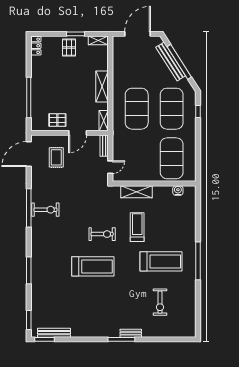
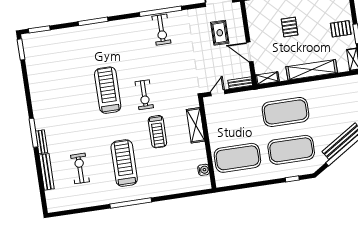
shelving: (102, 87) -> (312, 70), width x1.47
pallet: (57, 120) -> (290, 27), moved
rug: (56, 157) -> (220, 33), turned 90
door: (110, 167) -> (218, 93), swing flipped
treadmill: (137, 227) -> (157, 132), turned 90
treadmill: (161, 261) -> (124, 163), turned 180
treadmill: (93, 266) -> (108, 90), turned 180
exercise bike: (160, 302) -> (80, 168), turned 90
bench: (54, 333) -> (47, 172), moved

